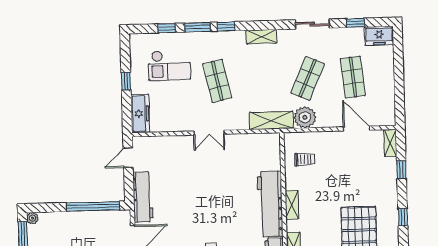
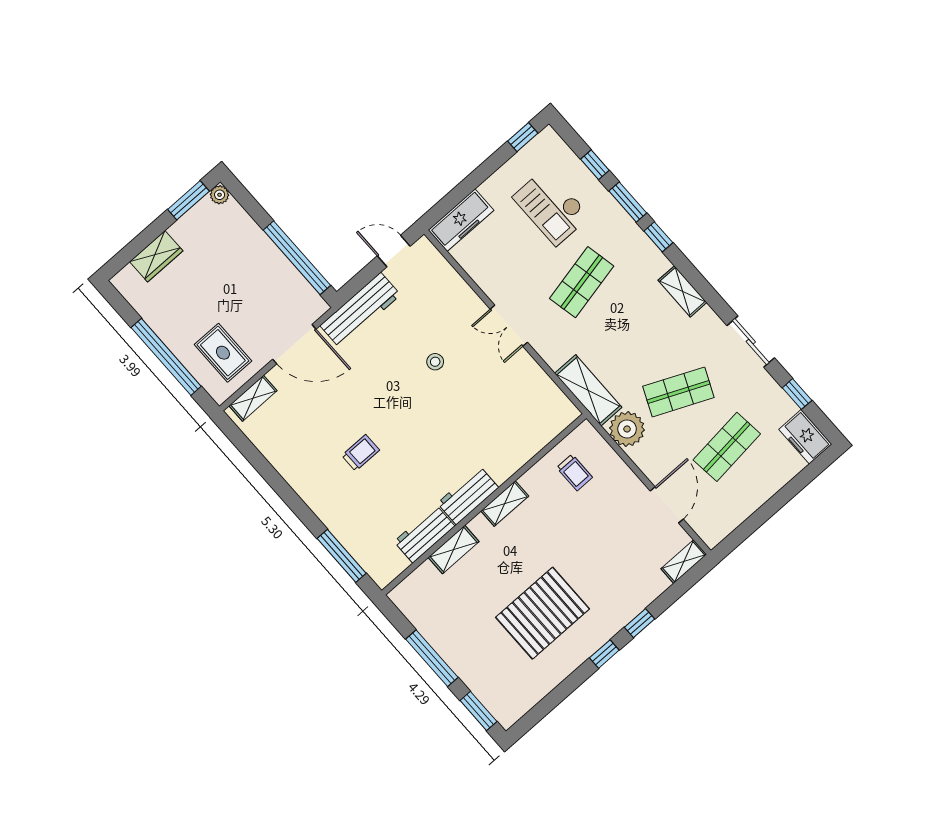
window: (126, 81) -> (523, 137), moved
window: (401, 170) -> (639, 623), moved
stool: (197, 182) -> (435, 362), added
workbench: (270, 204) -> (468, 495), width x0.53, depth x0.76

